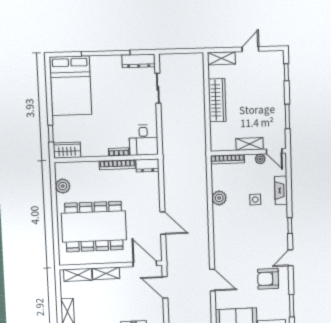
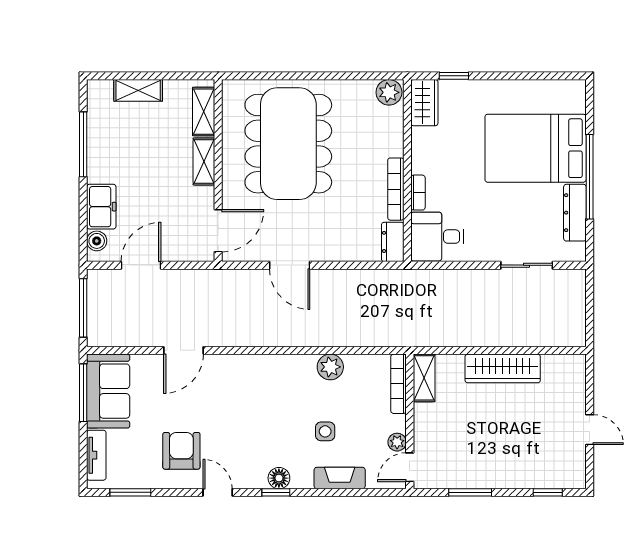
shelving: (221, 58) -> (575, 378), removed
dresser: (138, 61) -> (575, 213), moved
bed: (71, 86) -> (536, 148), moved
shelving: (250, 144) -> (424, 378), moved
plant: (63, 186) -> (389, 92), moved
door: (163, 223) -> (290, 265), hinge flipped
floor lamp: (282, 224) -> (279, 478), added
door: (165, 287) -> (141, 265), moved

